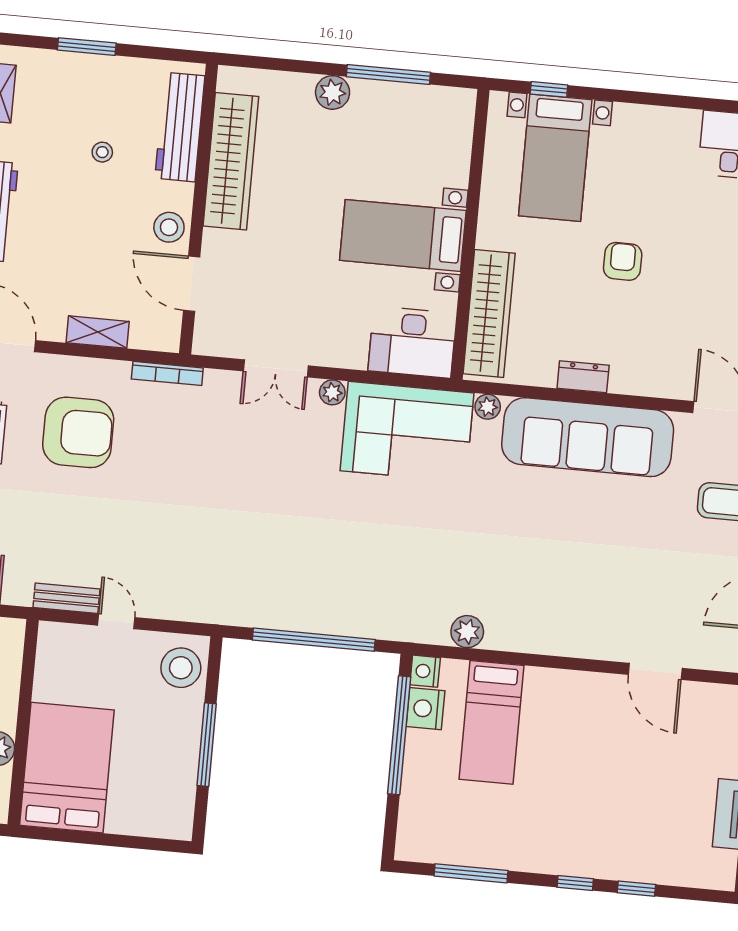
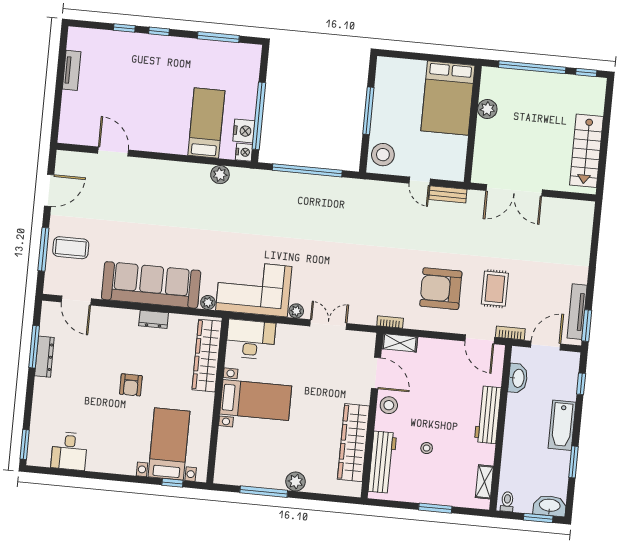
shelving: (98, 332) -> (400, 343), moved
bookcase: (167, 373) -> (390, 322), width x0.64

